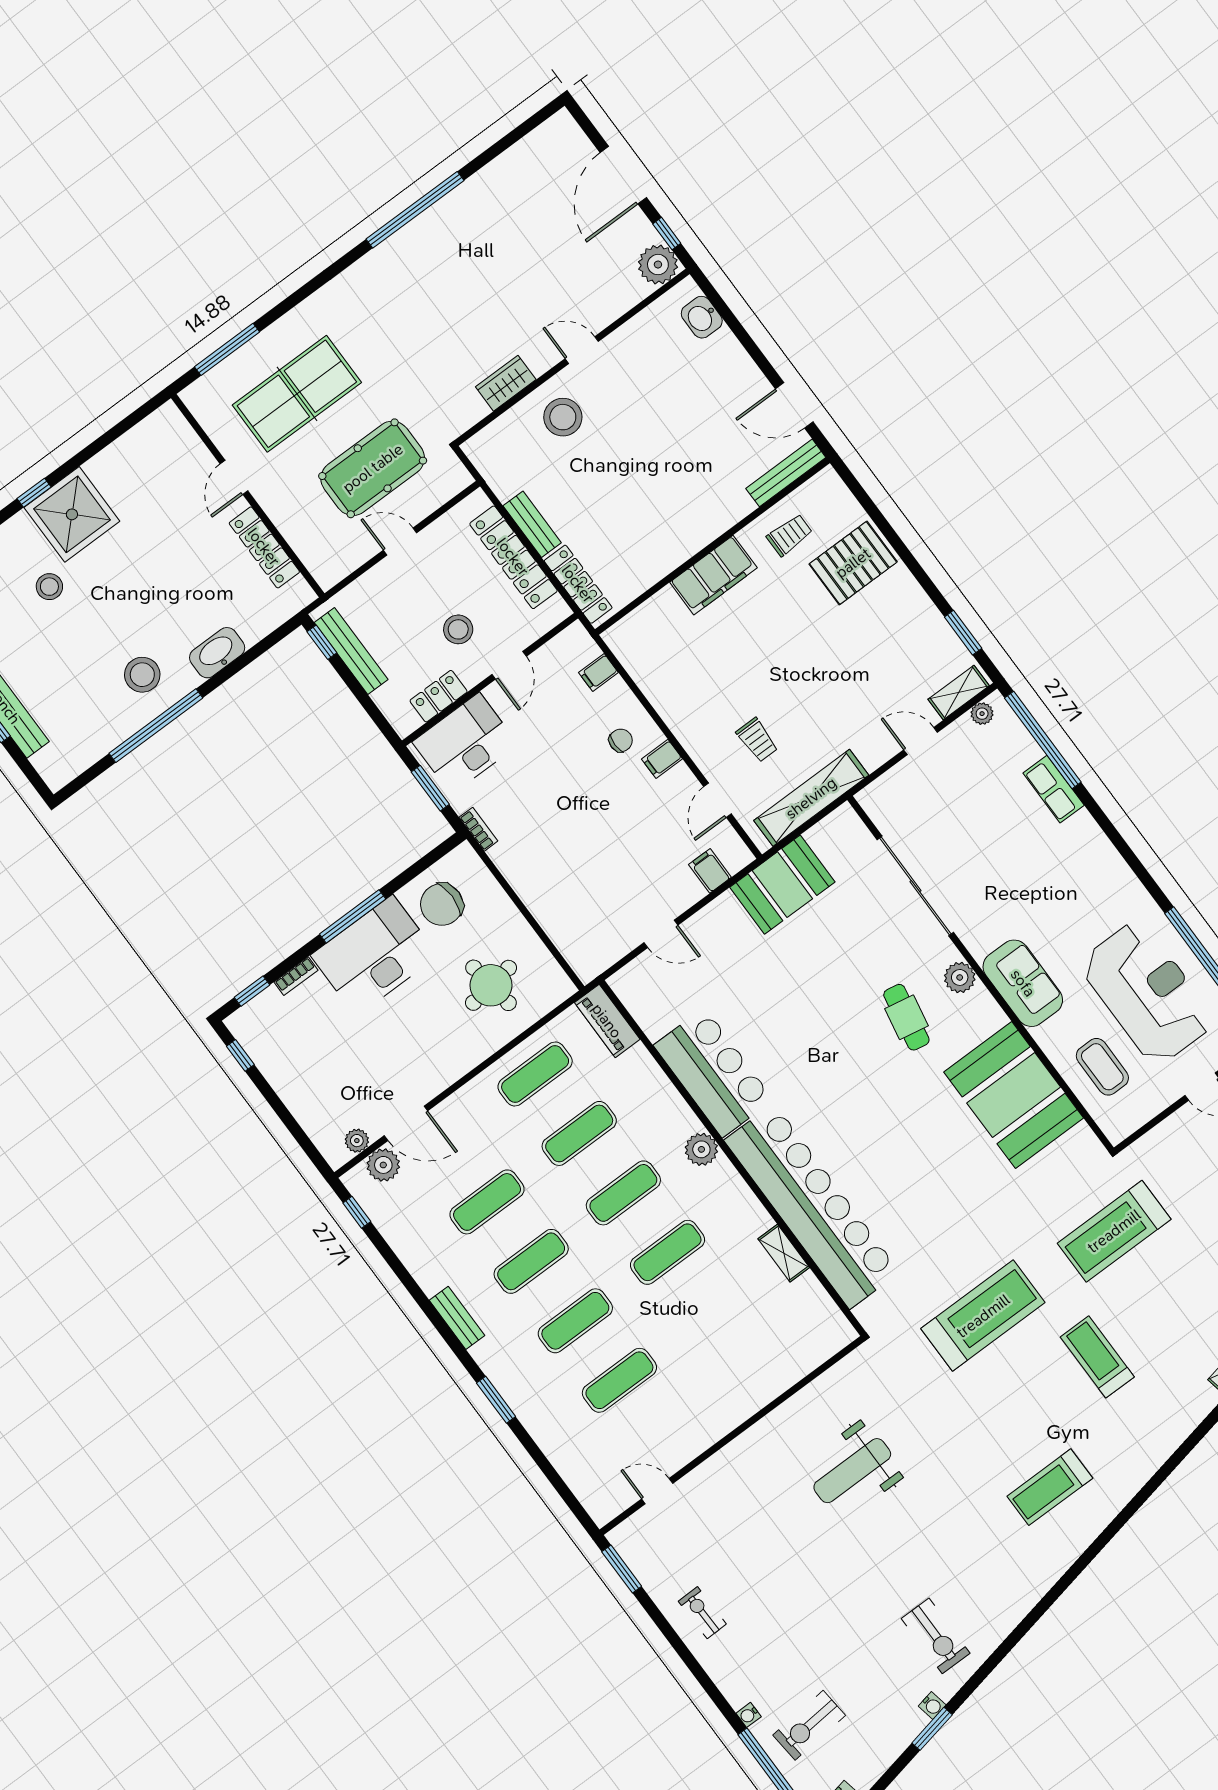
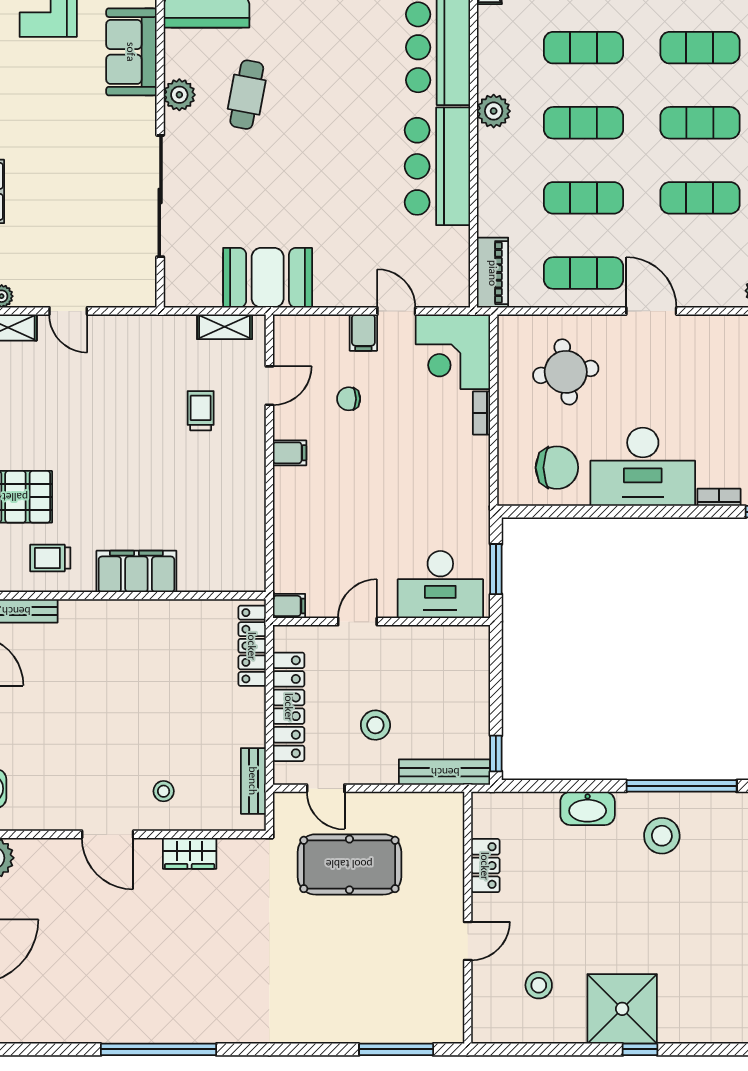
door: (582, 350) -> (108, 834), width x1.38
table tennis table: (297, 394) -> (366, 971), removed
stool: (563, 417) -> (164, 791), width x0.53, depth x0.53
bench: (532, 524) -> (253, 781), moved
door: (400, 542) -> (326, 788), moved
locker: (264, 547) -> (485, 866), width x0.66
stool: (49, 587) -> (539, 985), moved
stool: (458, 629) -> (375, 725), moved
bench: (351, 651) -> (445, 772), moved, turned 90
filing cabinet: (598, 672) -> (289, 606), moved
locker: (439, 696) -> (434, 639), removed
chair: (621, 740) -> (349, 399), moved
shelving: (811, 798) -> (225, 327), width x0.45, depth x0.75
bookcase: (478, 829) -> (482, 413), moved
filing cabinet: (710, 871) -> (363, 333), moved
window: (353, 916) -> (637, 512), removed
corner desk: (592, 935) -> (453, 352), added
door: (406, 1123) -> (651, 311), moved

